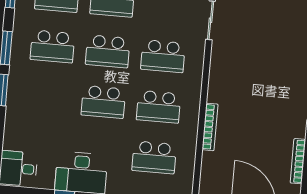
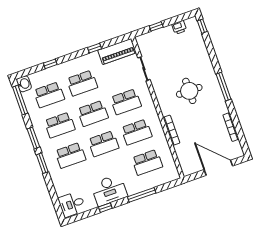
round table: (261, 82) -> (189, 91), added
school desk: (48, 97) -> (70, 155), added

